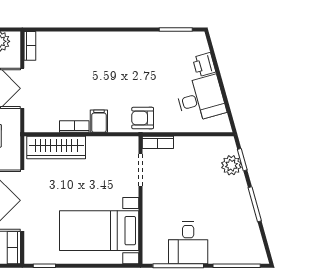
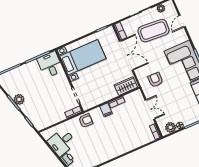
wardrobe: (56, 148) -> (126, 86), width x0.67
plant: (231, 165) -> (19, 99), moved
desk: (188, 243) -> (50, 65), moved

